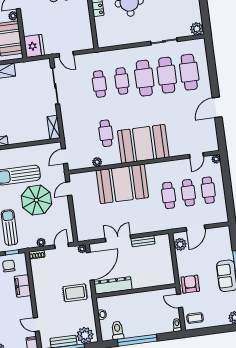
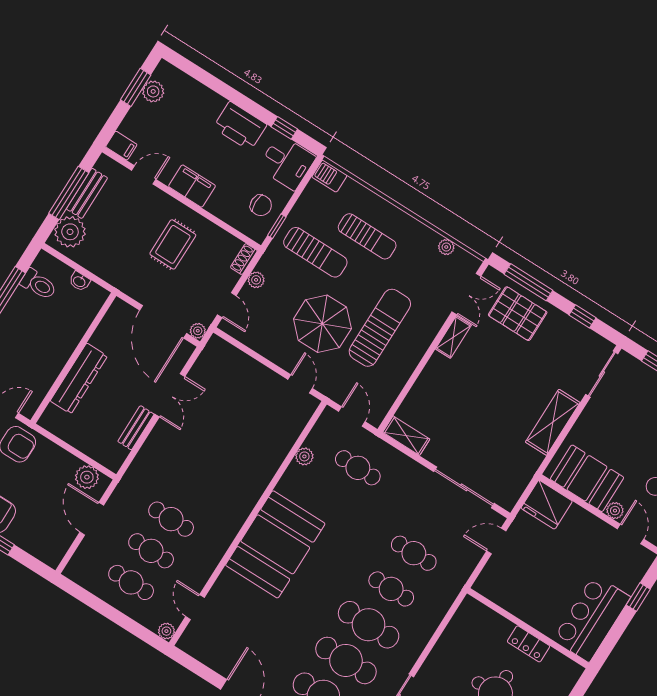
cafe table: (106, 133) -> (358, 468), moved
booth: (122, 184) -> (243, 466), removed
dresser: (113, 285) -> (79, 378), moved
filing cabinet: (22, 286) -> (192, 186), moved
rug: (75, 293) -> (173, 244), moved

